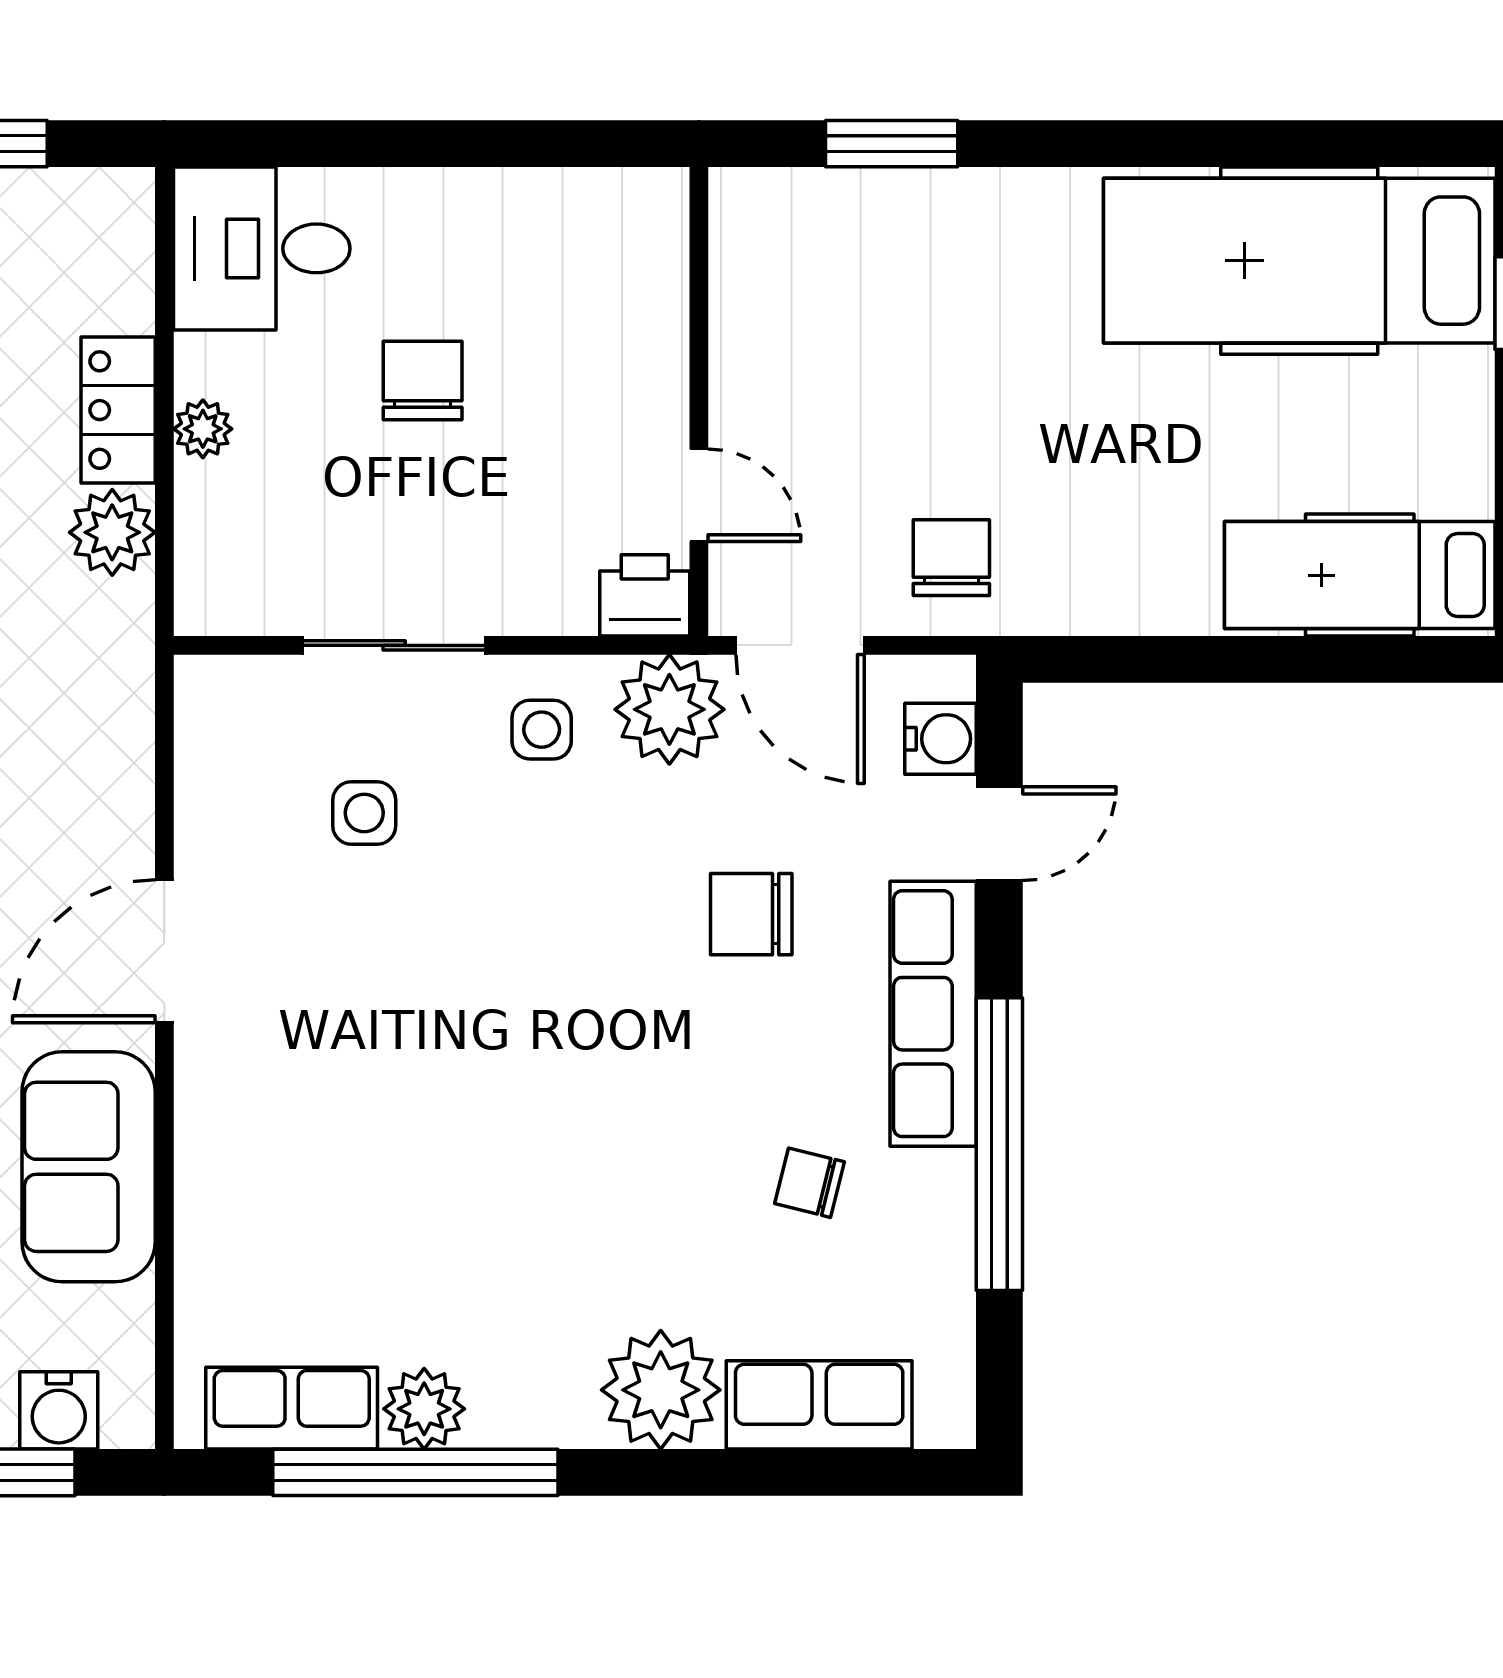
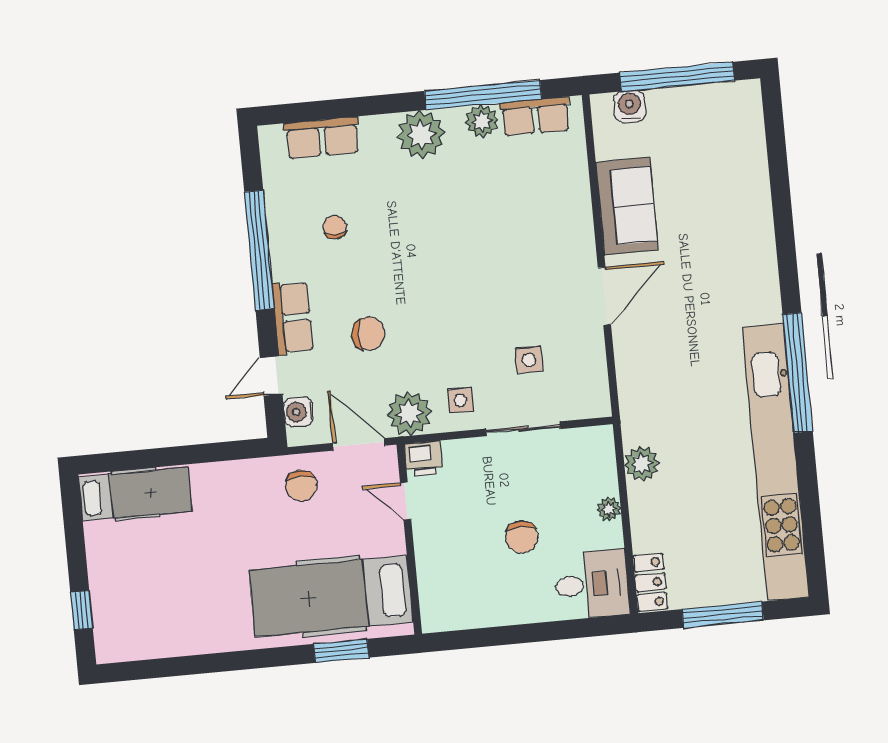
hospital bed: (1299, 261) -> (331, 596), moved, turned 180
locker: (118, 410) -> (650, 582), moved
row of seats: (933, 1014) -> (293, 318), width x0.68
chair: (810, 1183) -> (335, 227), turned -104
plant: (661, 1390) -> (421, 135), moved

